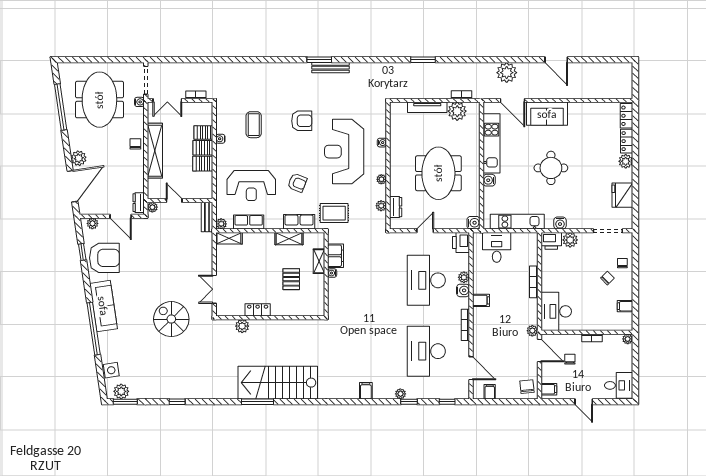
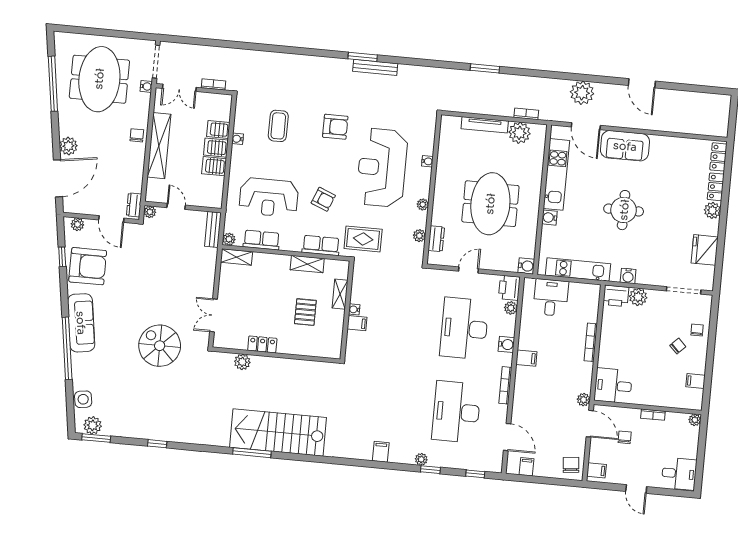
filing cabinet: (336, 256) -> (357, 323), moved, width x0.50
plant: (464, 277) -> (511, 308), moved
desk: (556, 311) -> (613, 386), width x0.73

